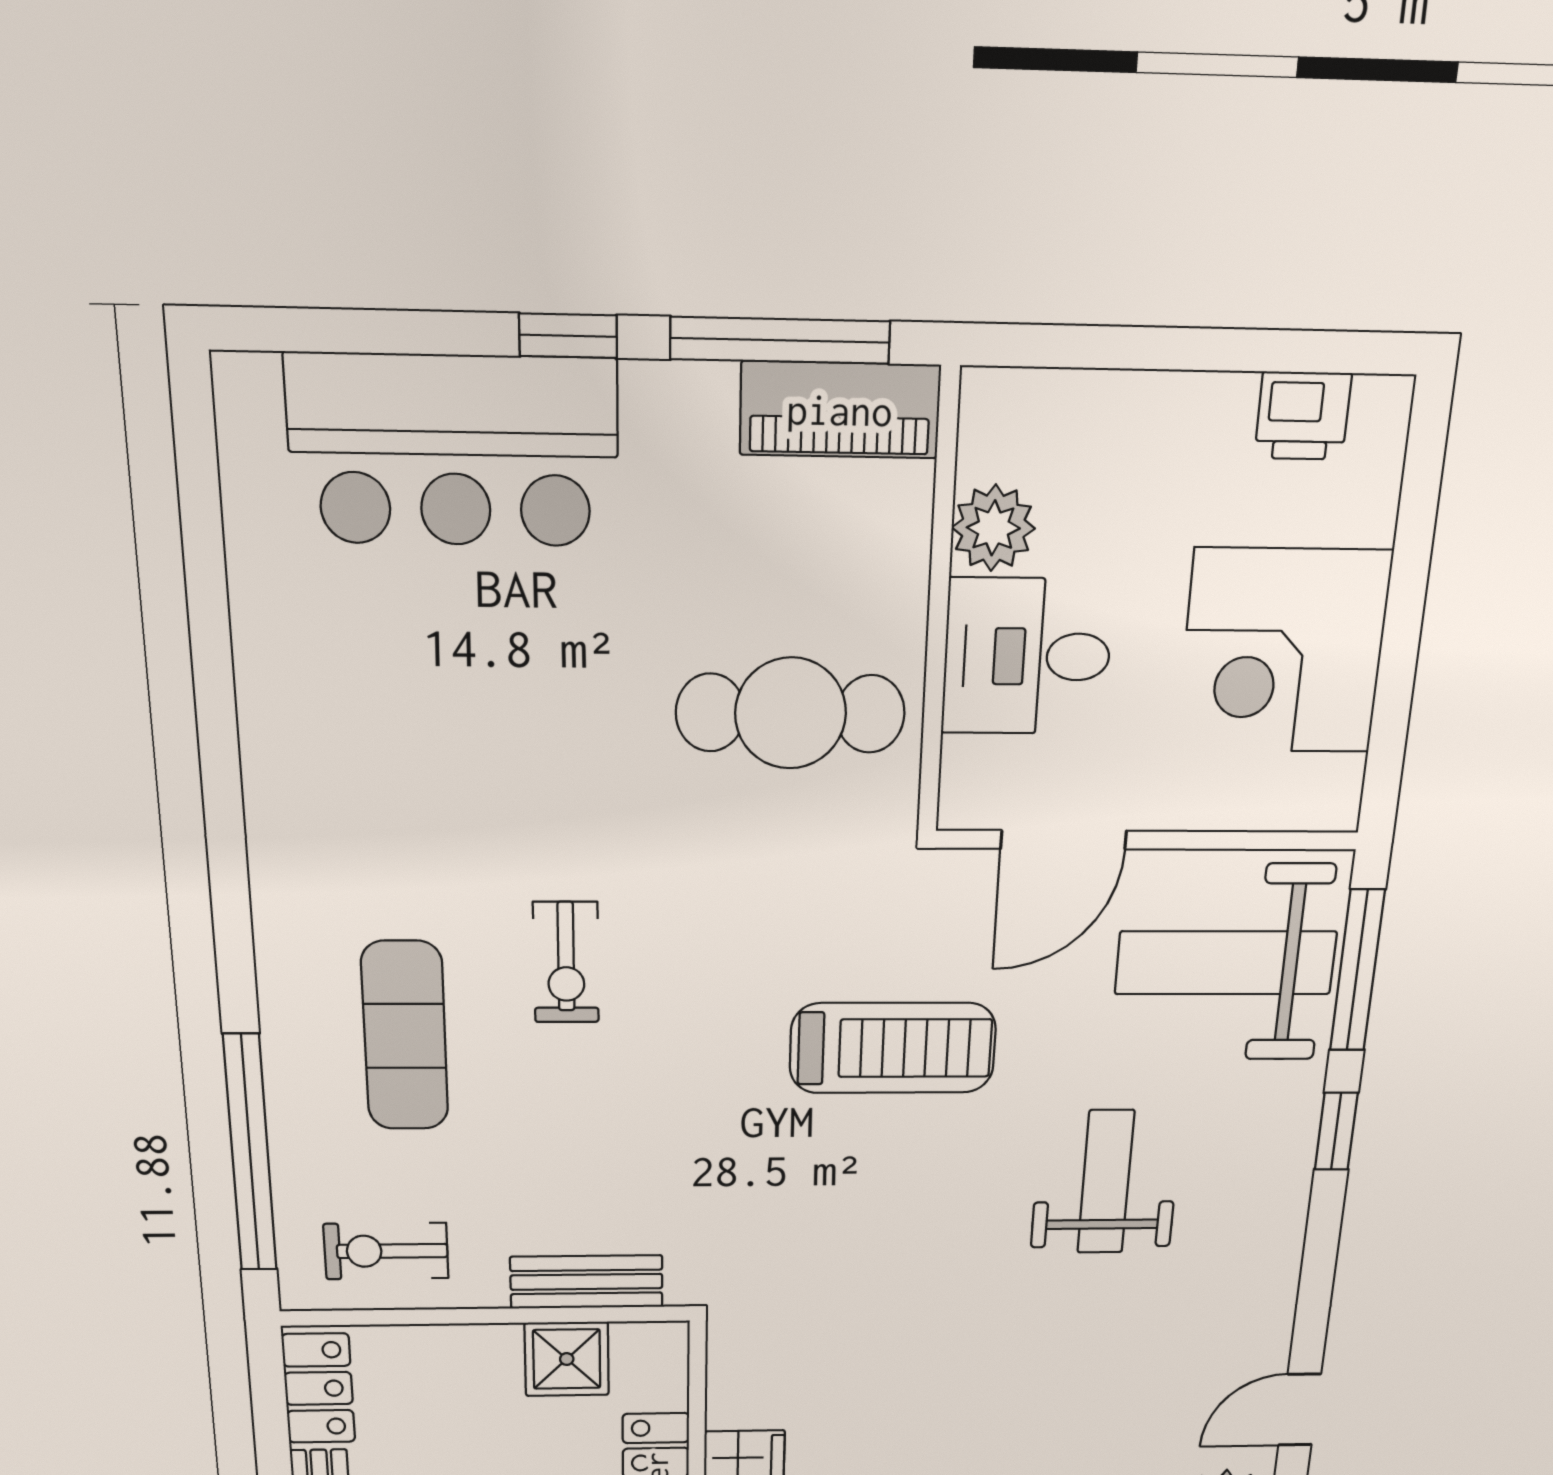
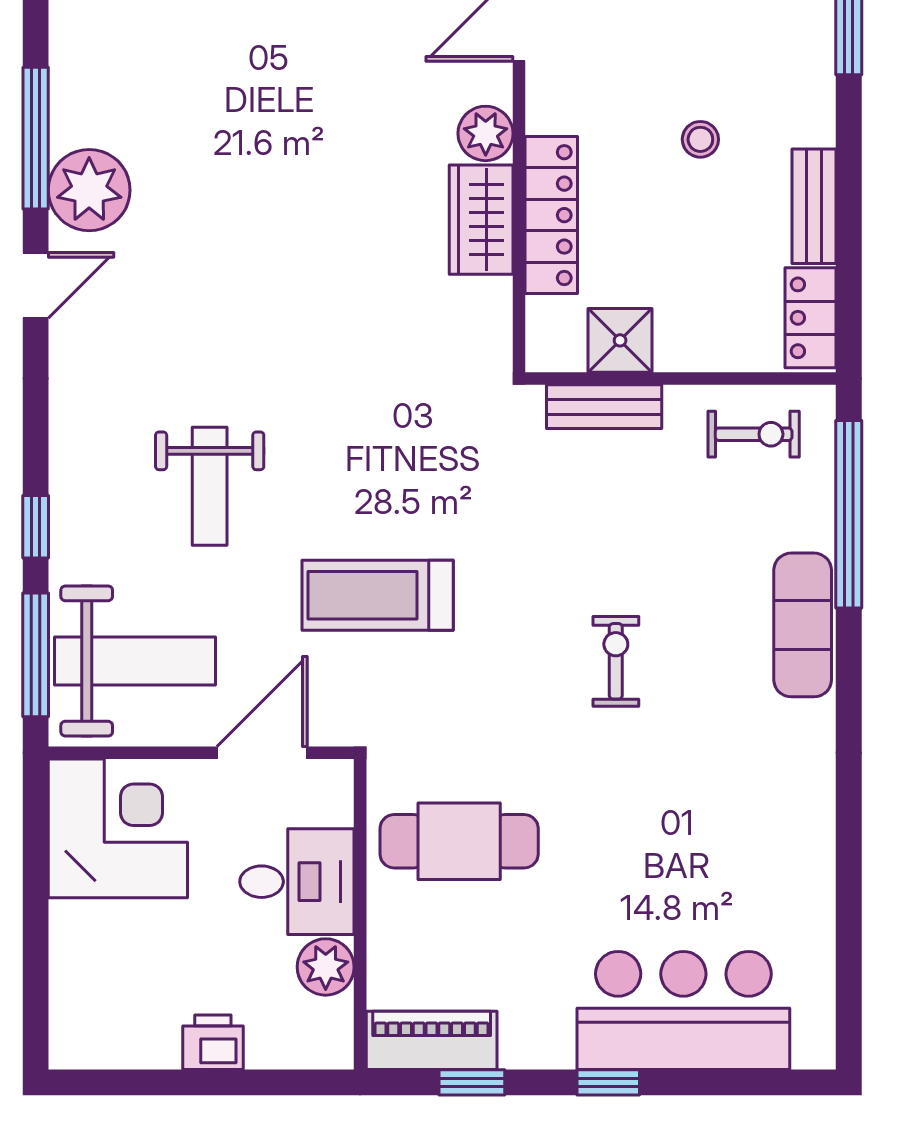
window: (780, 340) -> (472, 1082), width x0.46
printer: (1303, 416) -> (213, 1042), moved
corner desk: (1283, 651) -> (118, 828), moved
exercise mat: (405, 1036) -> (803, 625), moved

